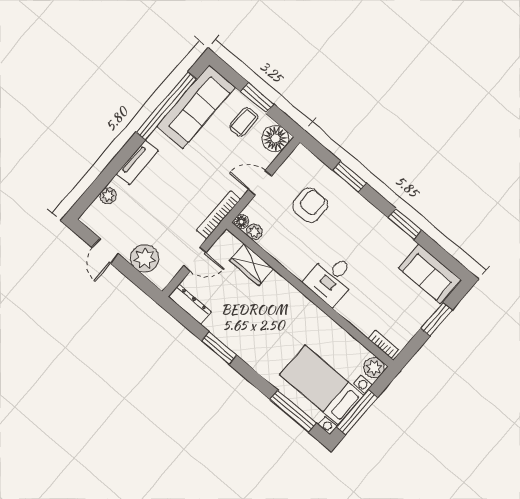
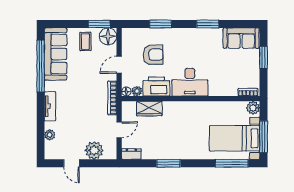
window: (257, 98) -> (99, 24), moved
armchair: (310, 205) -> (153, 55), turned 90
printer: (282, 246) -> (156, 87), added
desk: (331, 279) -> (190, 82), width x1.37
dresser: (190, 304) -> (131, 154), width x0.70

